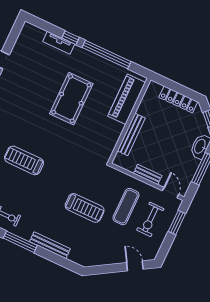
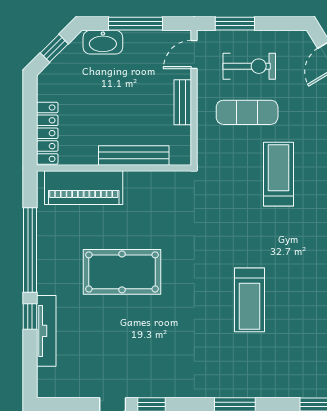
tv unit: (59, 43) -> (46, 331), width x1.41
locker: (178, 99) -> (47, 133), moved

